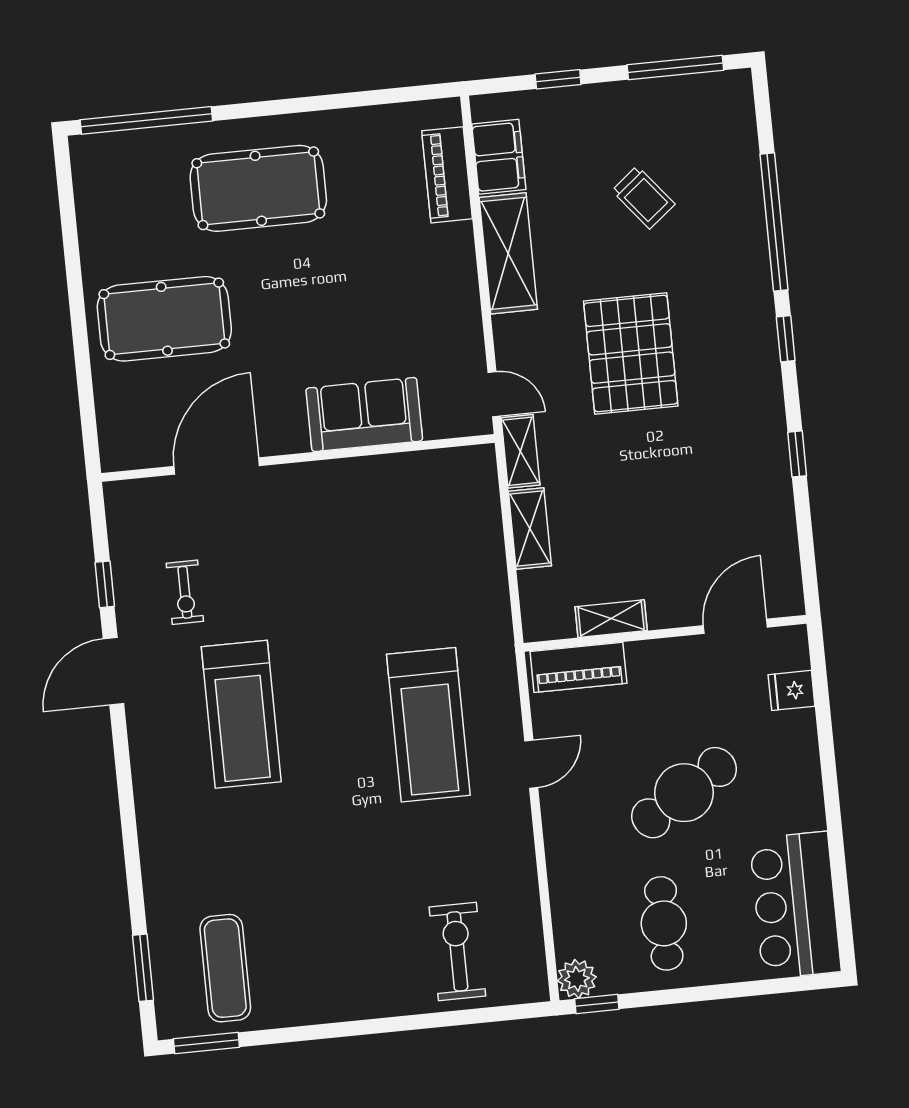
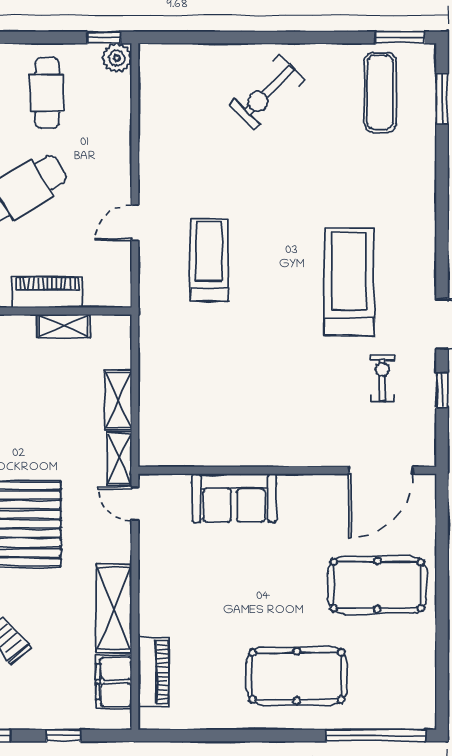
door: (217, 466) -> (381, 470), moved
piano: (578, 667) -> (47, 292), moved
treadmill: (428, 725) -> (209, 260), width x0.73, depth x0.73
exercise bike: (457, 951) -> (267, 92), moved, turned 45

